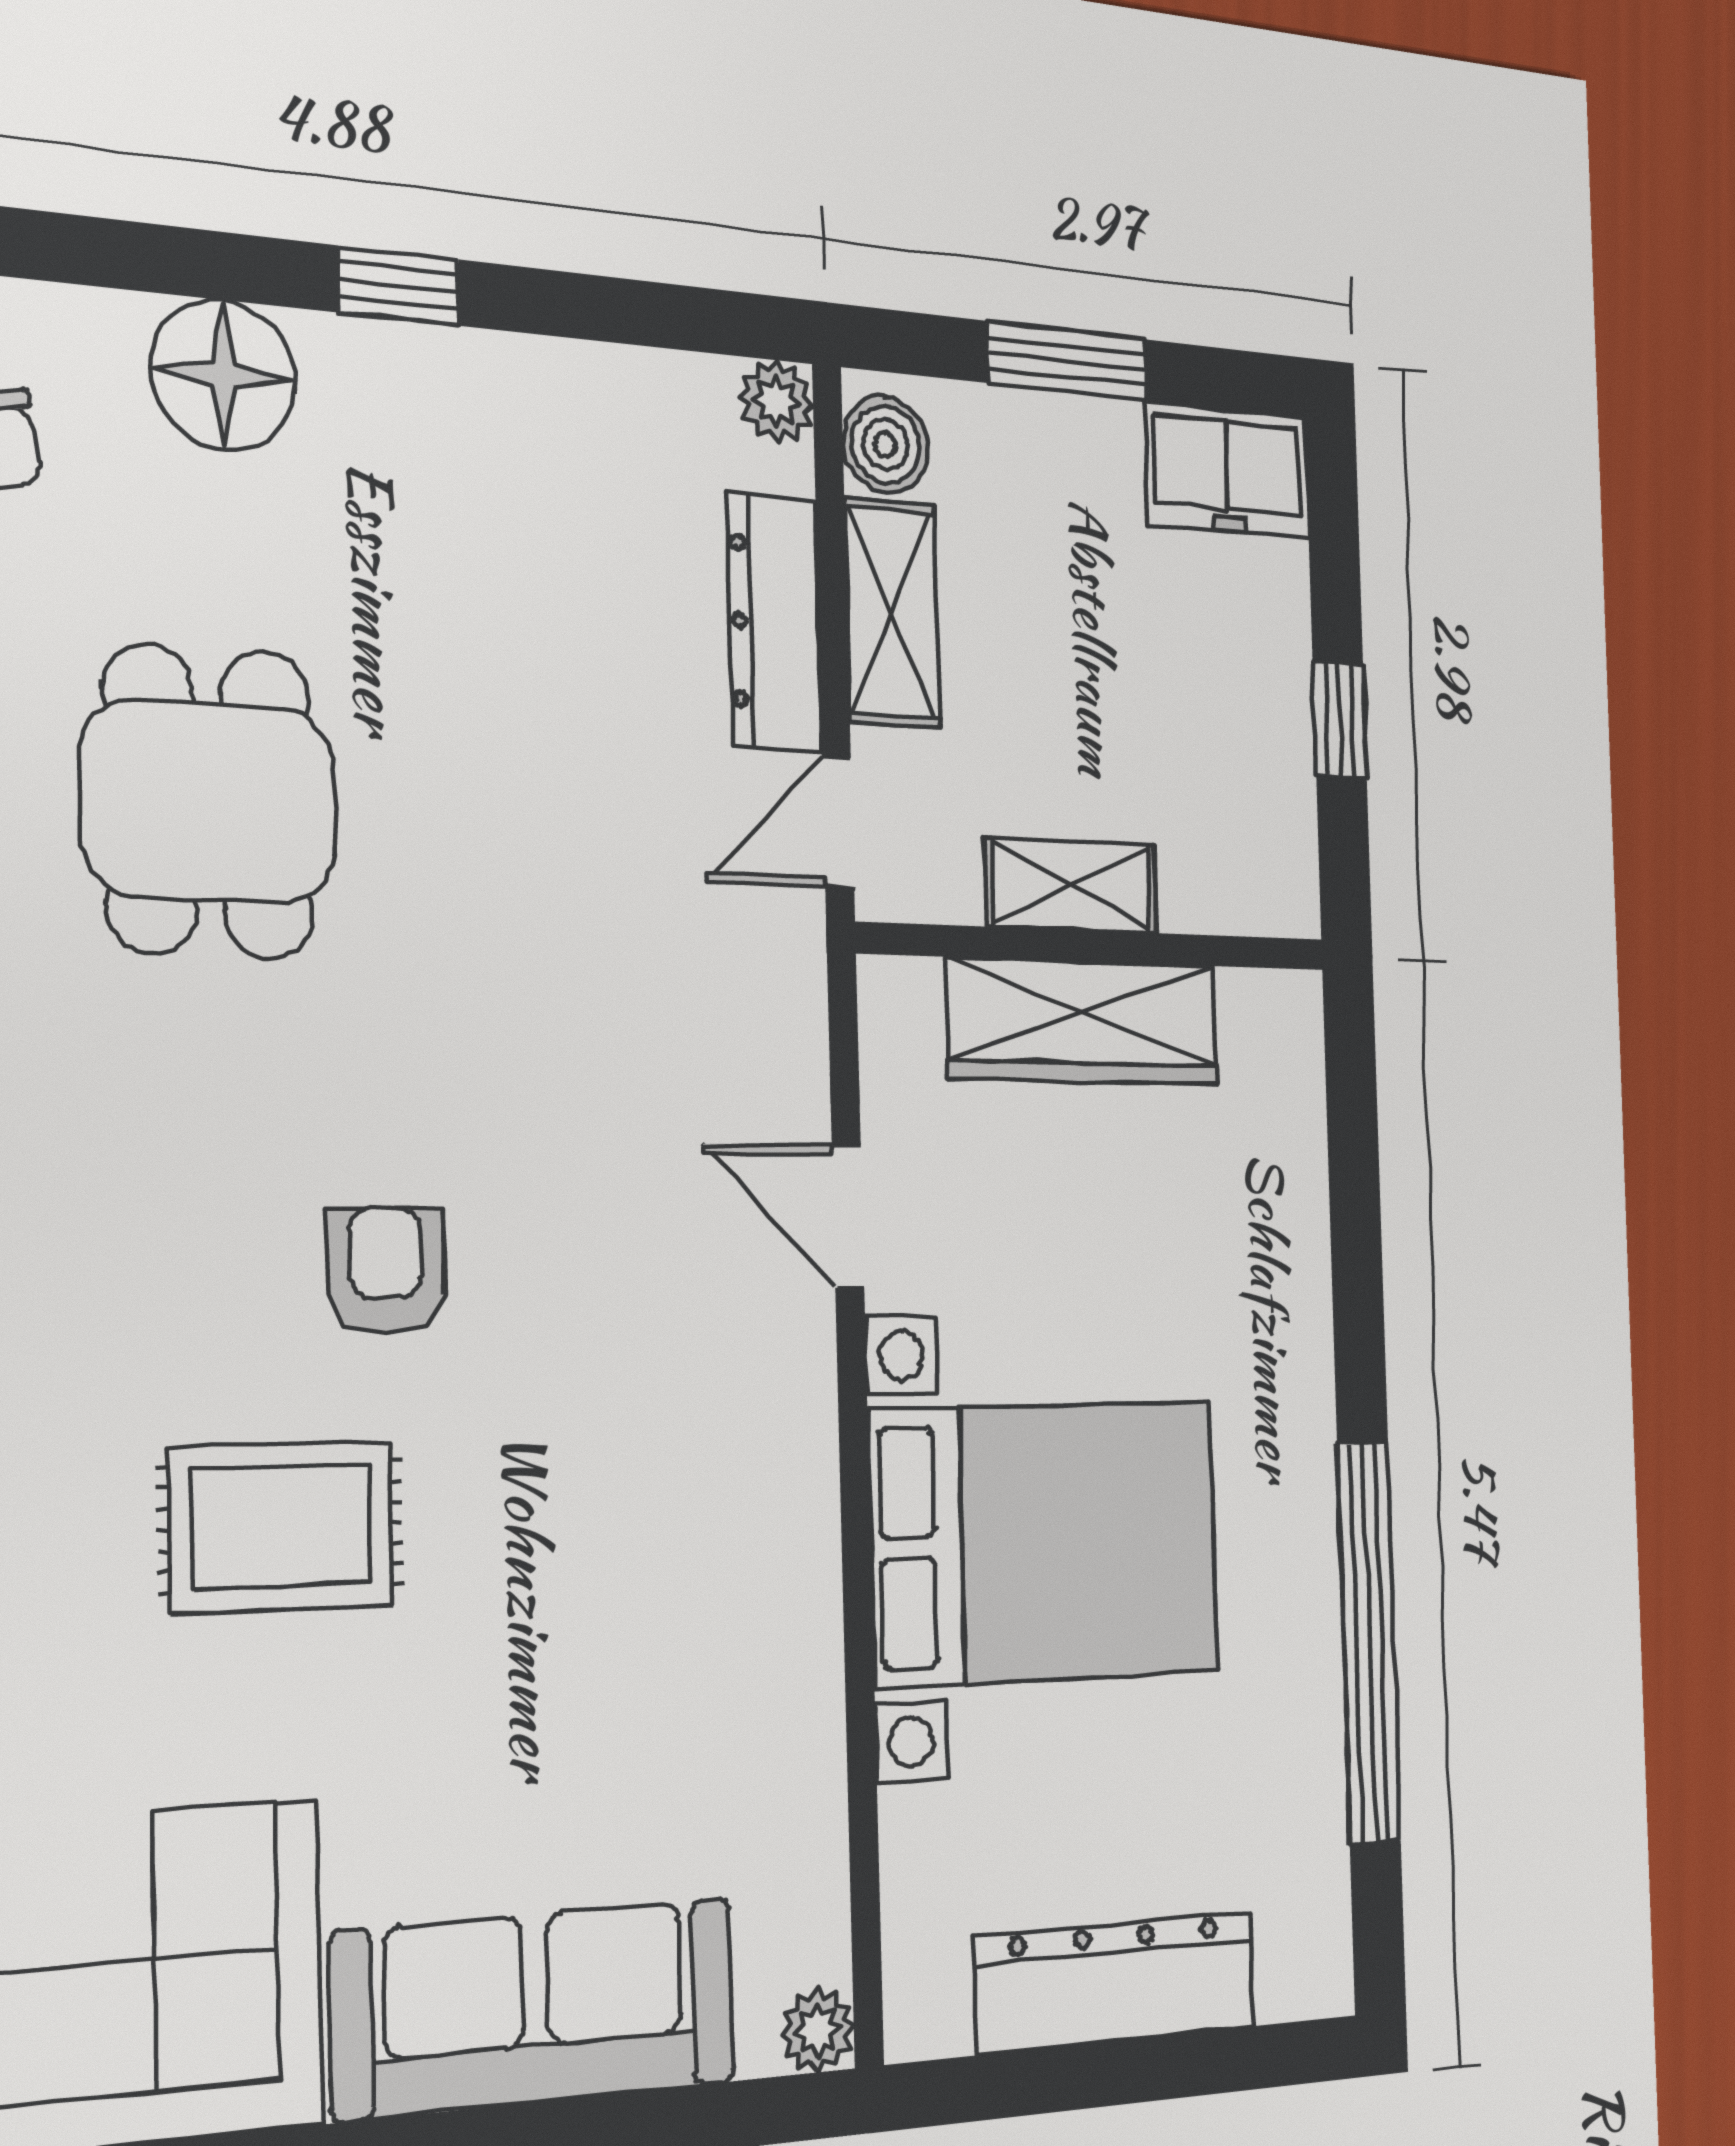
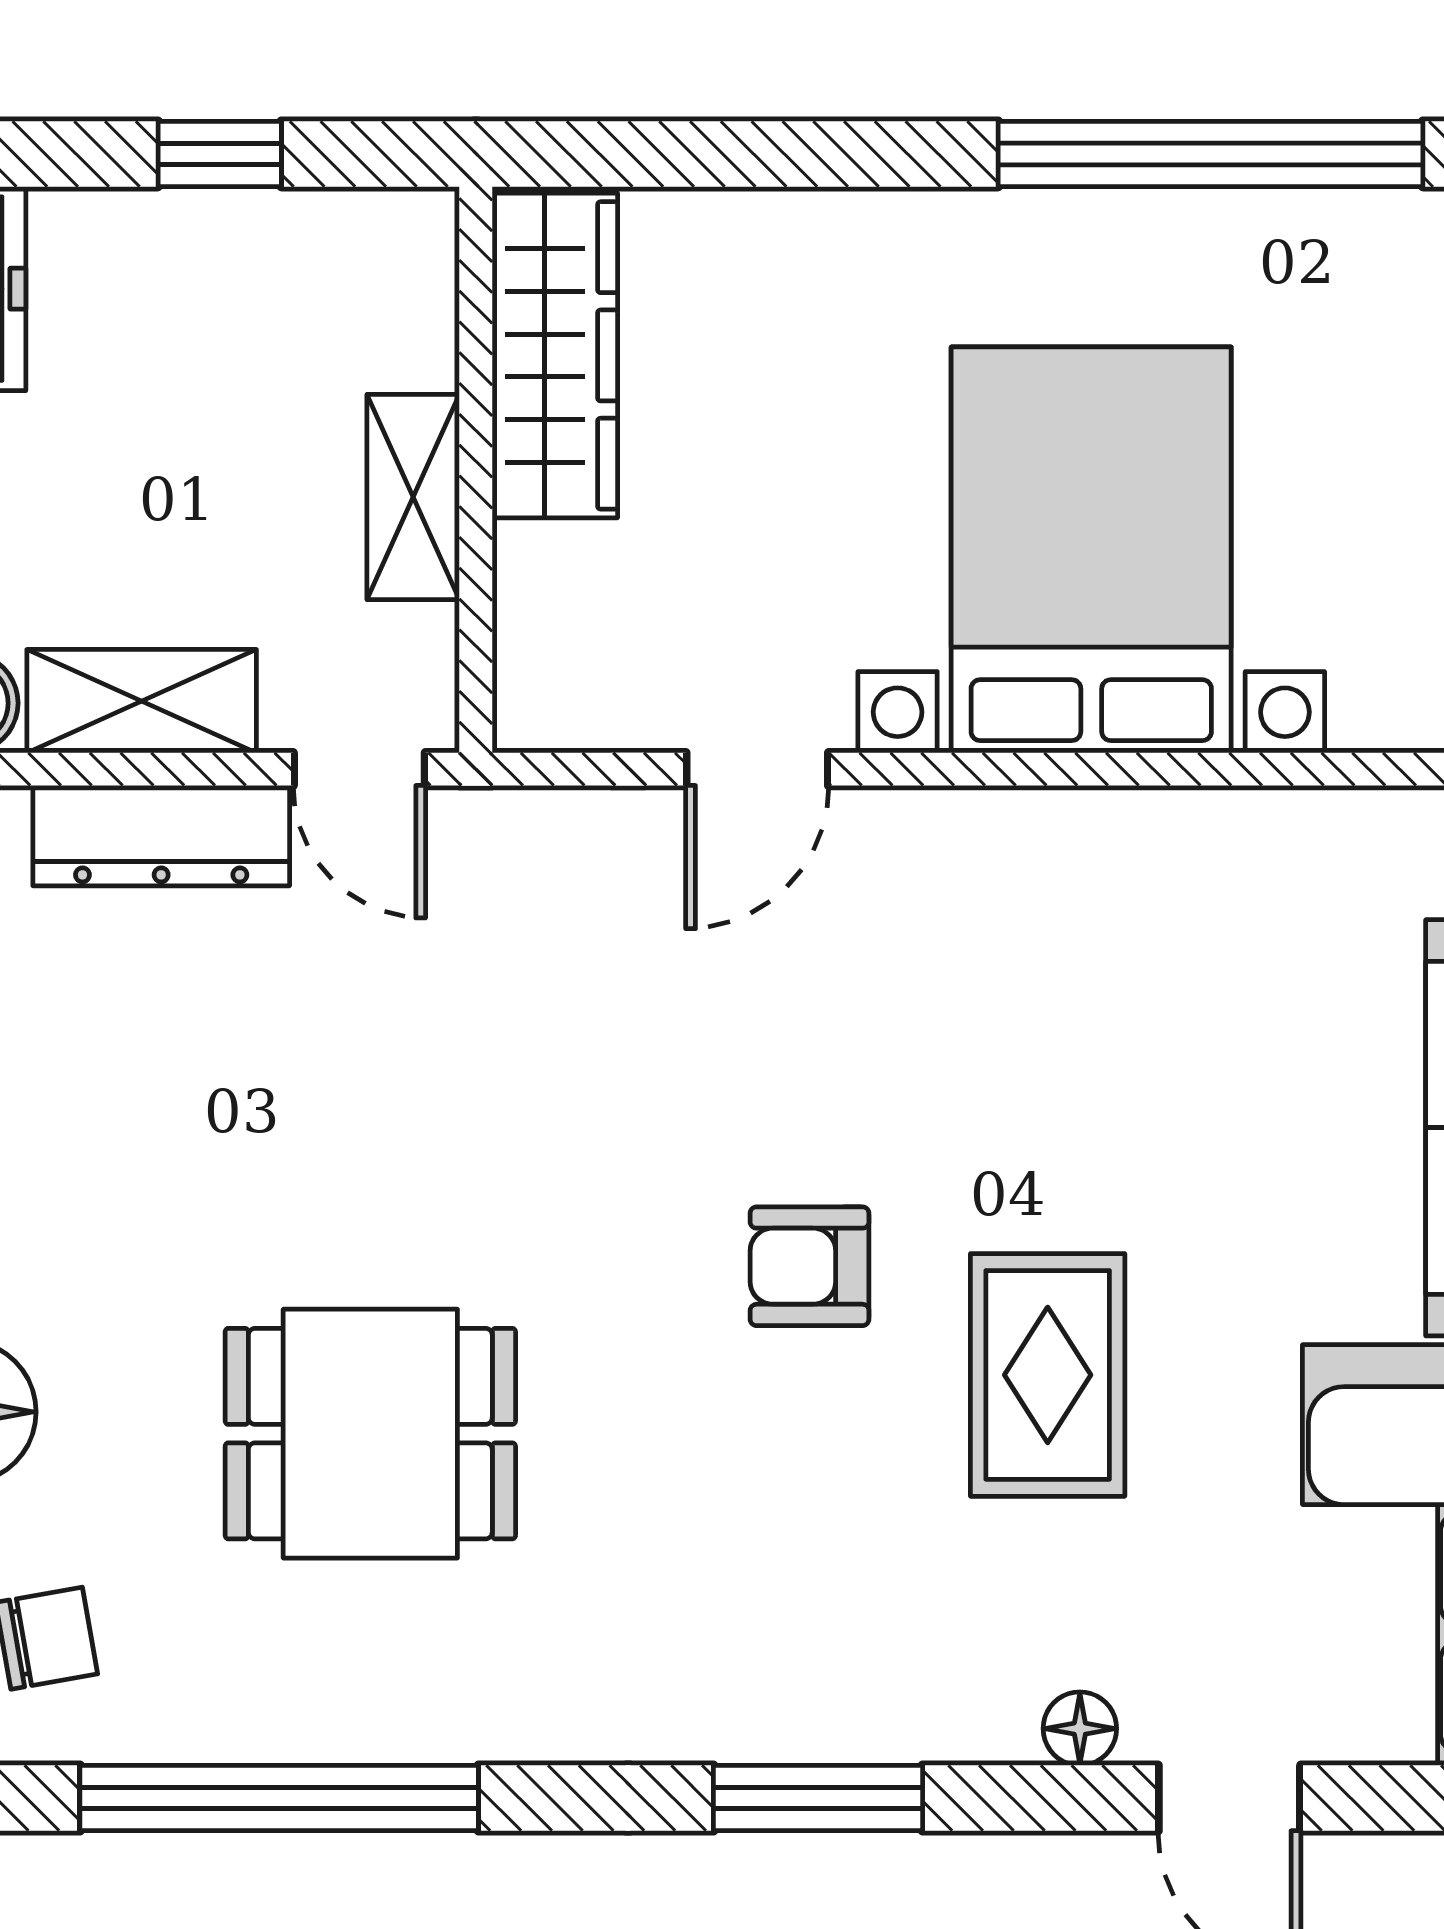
wardrobe: (1083, 1022) -> (555, 355), moved

